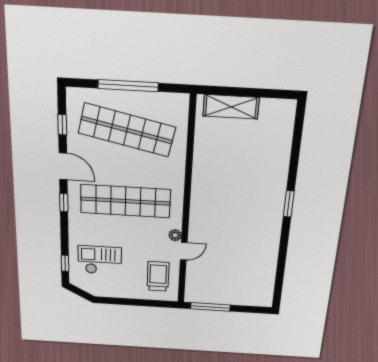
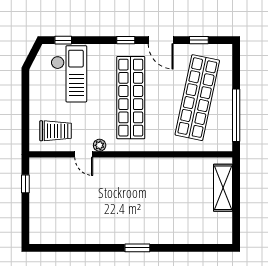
window: (128, 86) -> (236, 115), moved
door: (63, 166) -> (161, 40), hinge flipped
checkout: (100, 260) -> (69, 74), width x1.36, depth x1.21
window: (210, 307) -> (25, 184), width x0.46

